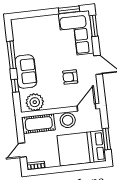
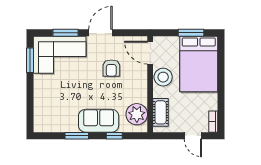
window: (94, 26) -> (65, 33), moved
window: (12, 55) -> (77, 136), width x0.69
cot: (39, 124) -> (161, 112), width x0.73, depth x0.75

